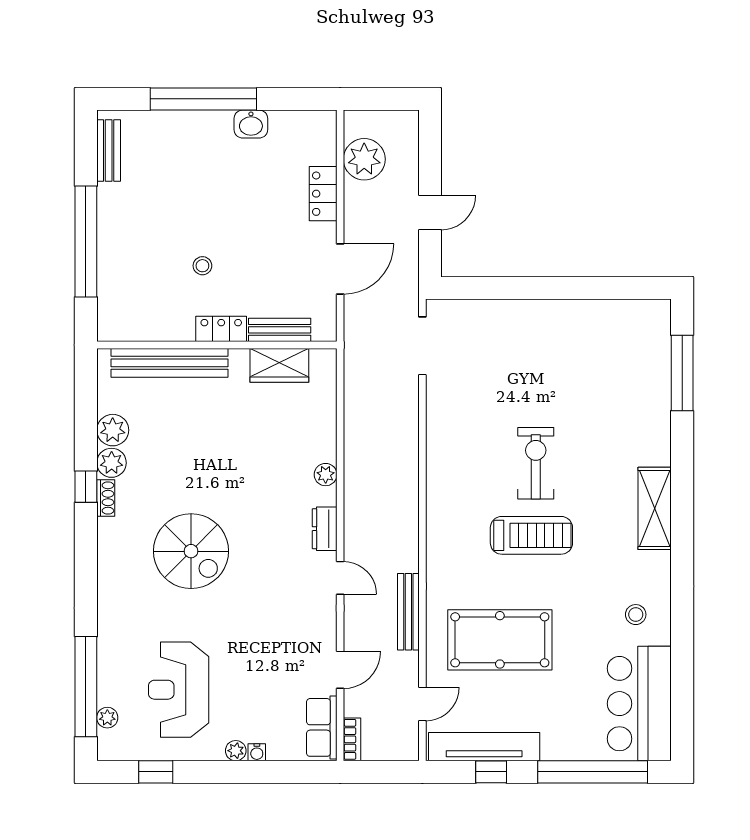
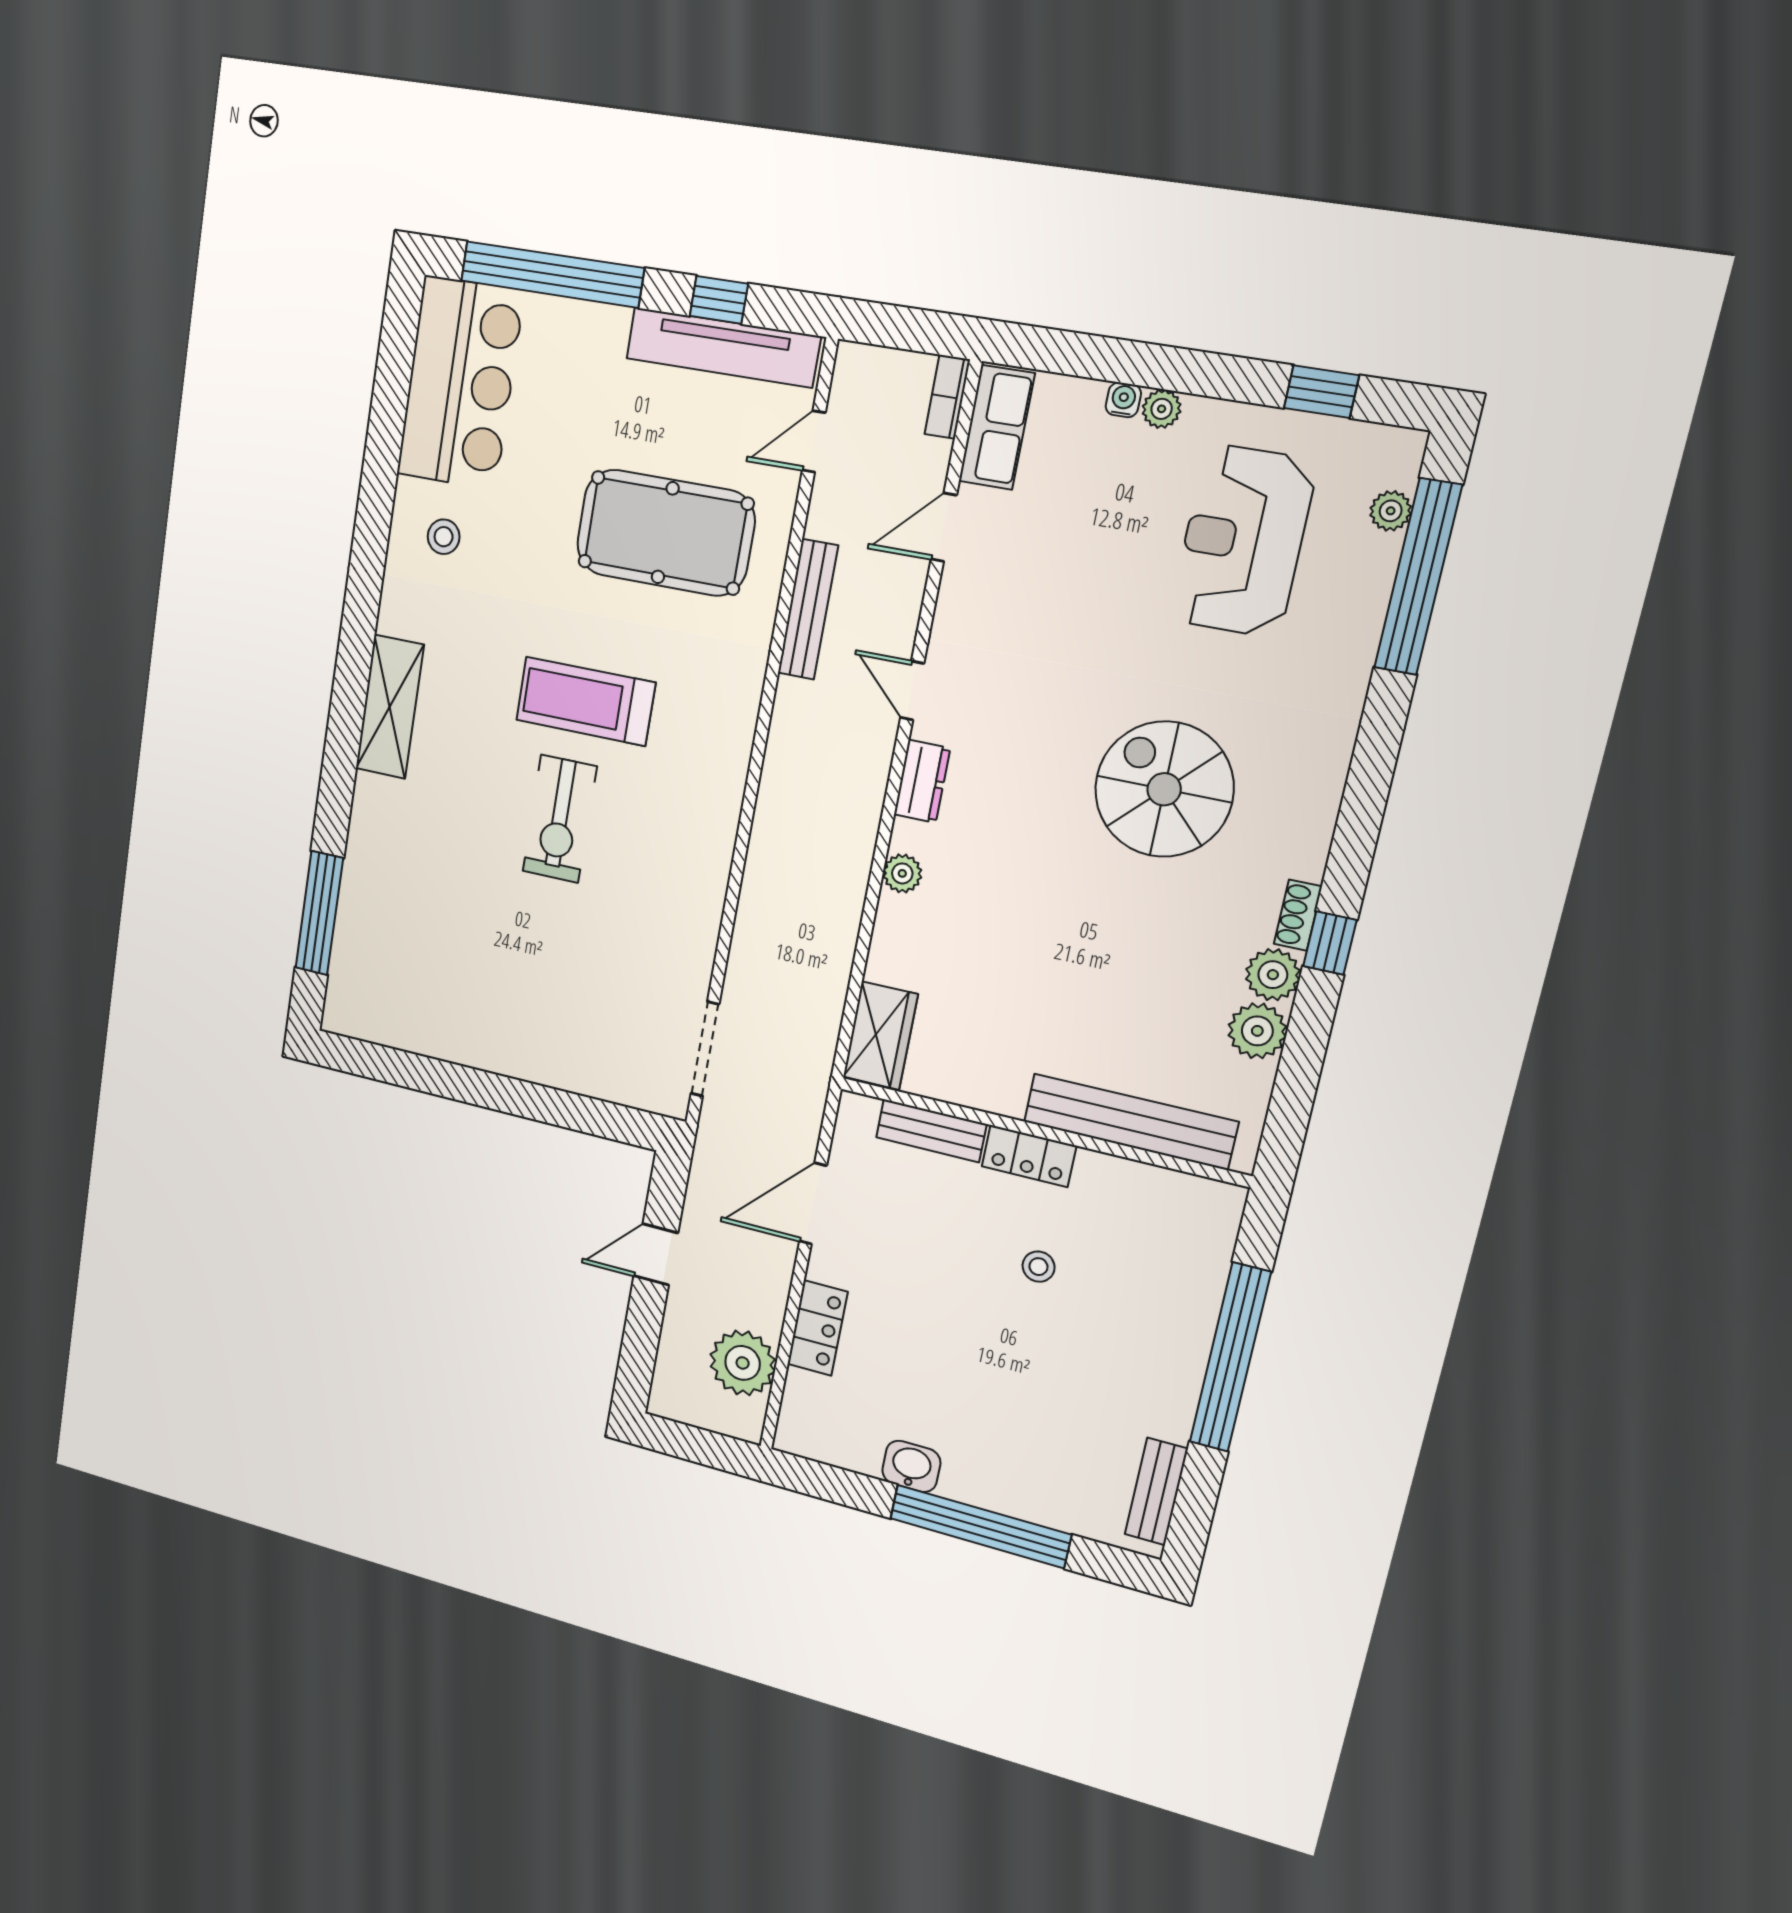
wardrobe: (279, 365) -> (880, 1036), moved, turned 90
reception desk: (179, 690) -> (1243, 541), turned 180

